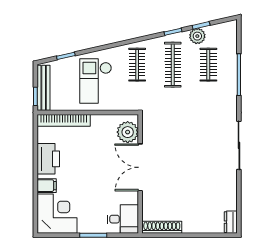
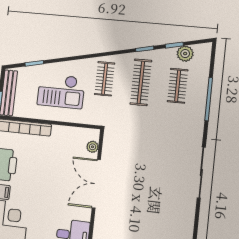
plant: (197, 36) -> (185, 54), moved
checkout: (96, 81) -> (61, 91), turned -90
plant: (128, 132) -> (93, 147), width x0.53, depth x0.53

